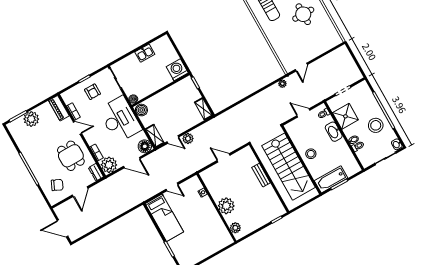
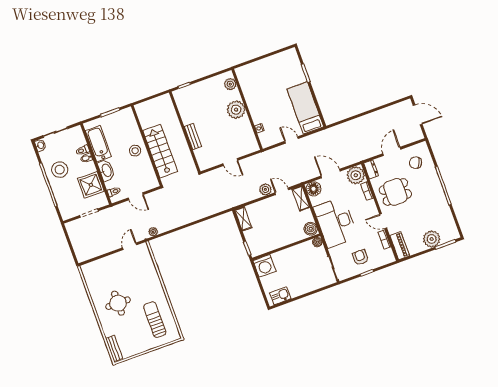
kitchen sink: (145, 53) -> (280, 296), moved
dining table: (71, 156) -> (395, 192), turned 90
stairs: (289, 167) -> (160, 151), width x0.73, depth x0.66
bathtub: (331, 179) -> (98, 144), moved, turned -90

